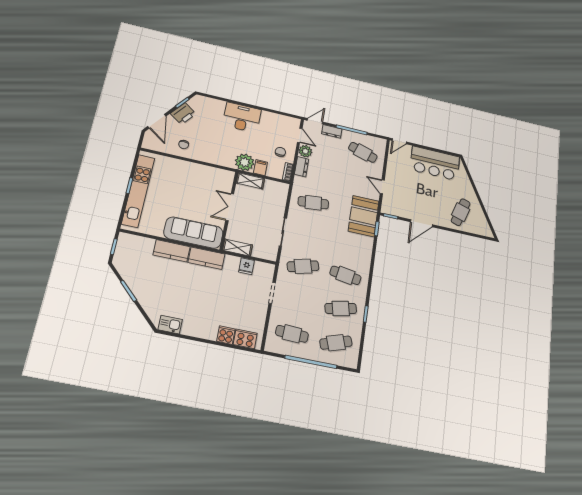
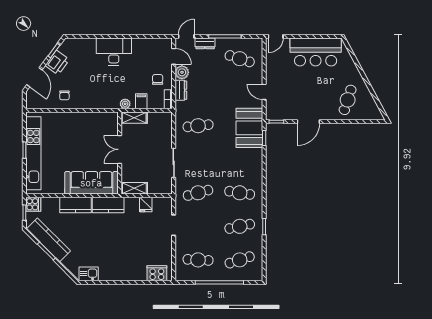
plant: (245, 162) -> (125, 104), width x0.53, depth x0.53
kitchen counter: (134, 280) -> (49, 240), added
cooker: (226, 335) -> (33, 204), moved, turned 90

